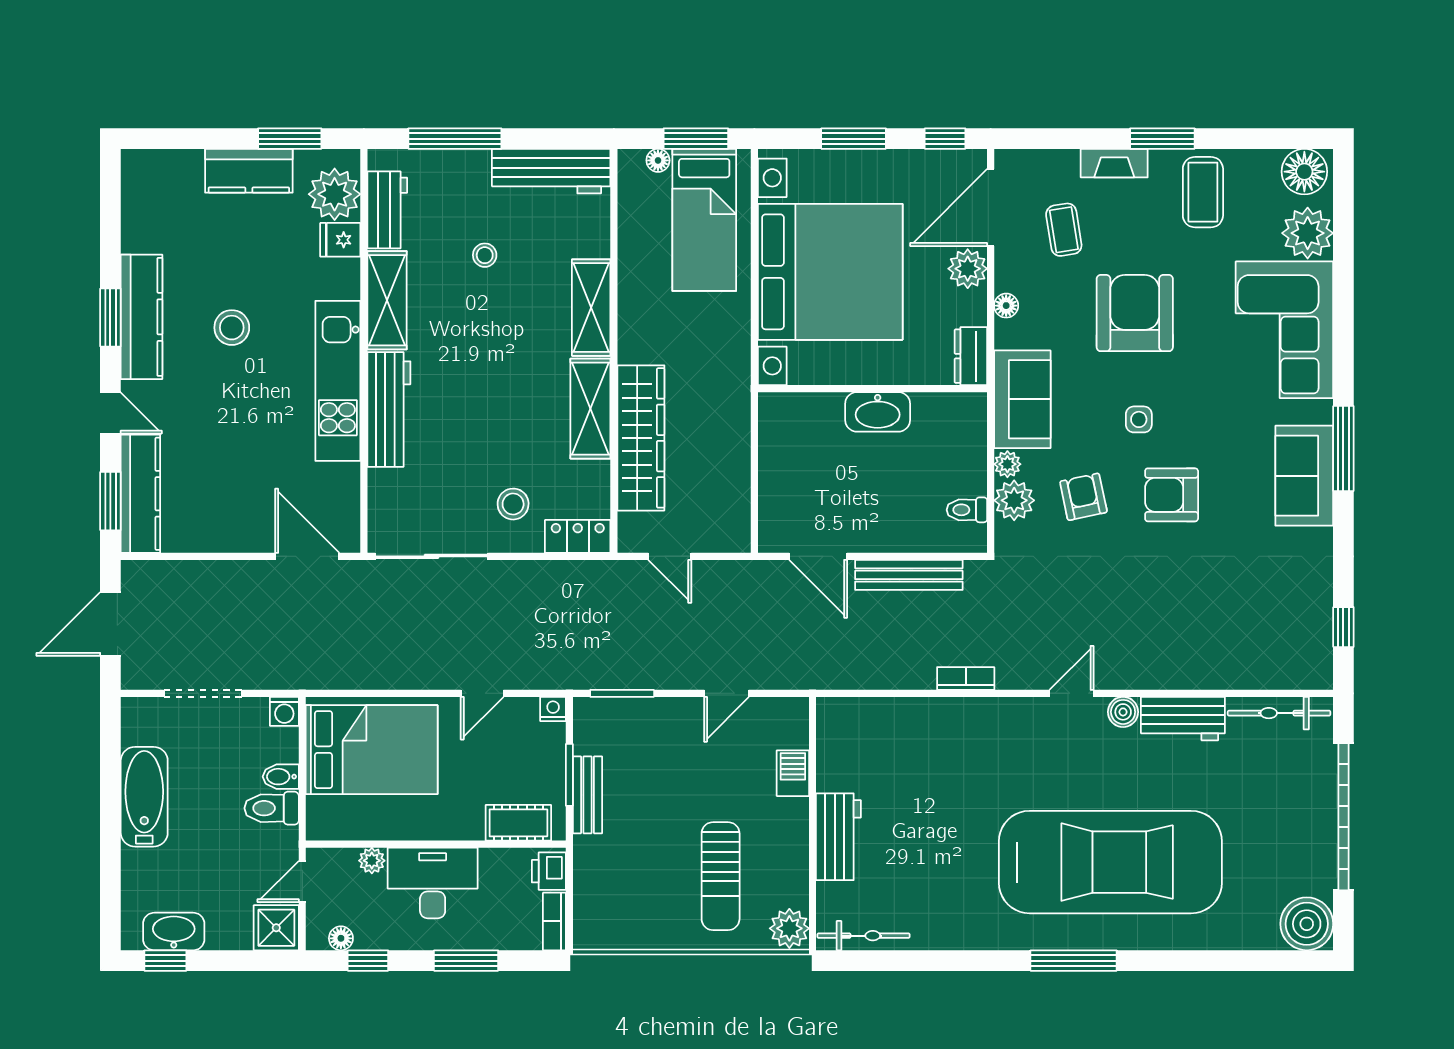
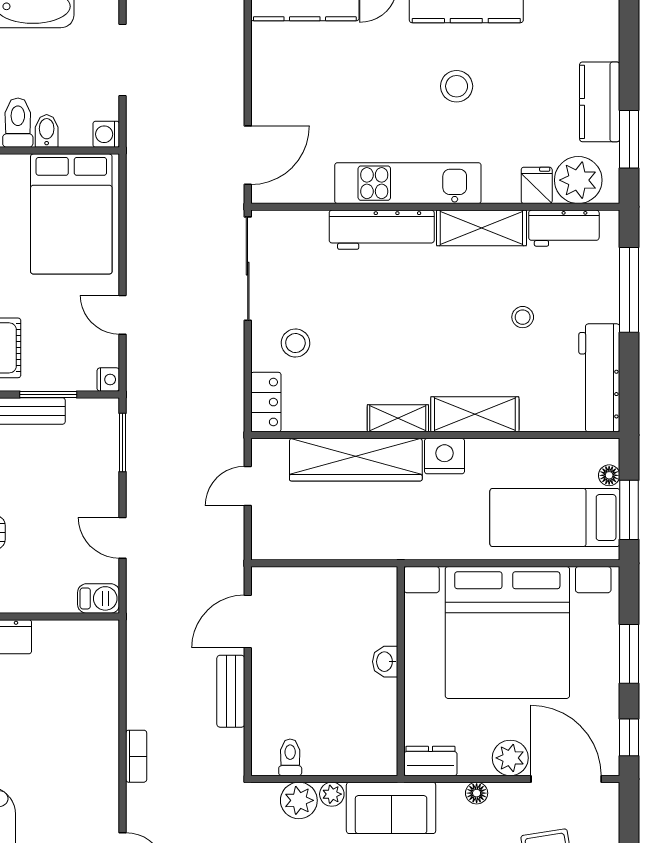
nightstand: (637, 341) -> (445, 456), added
shelving: (590, 409) -> (398, 418), width x0.67, depth x0.75
washbasin: (878, 412) -> (385, 662), width x0.52, depth x0.69
bench: (909, 575) -> (231, 691), width x0.73
barbecue: (793, 773) -> (99, 598), moved

